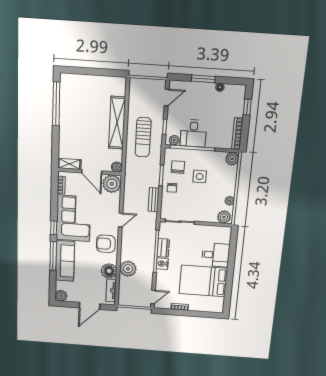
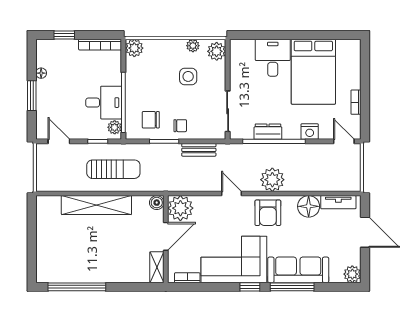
side table: (200, 176) -> (188, 76), moved
nightstand: (162, 264) -> (310, 132), moved
plant: (128, 269) -> (272, 180), moved

